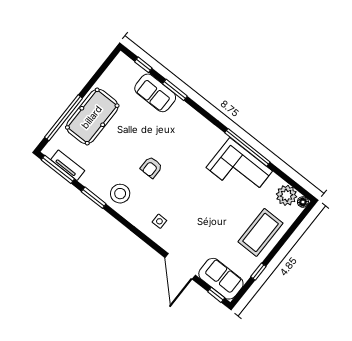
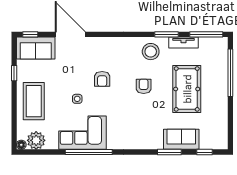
pool table: (92, 117) -> (187, 89), moved
tv unit: (68, 165) -> (183, 43), moved
armchair: (183, 204) -> (102, 79), added
side table: (159, 221) -> (77, 99), moved

